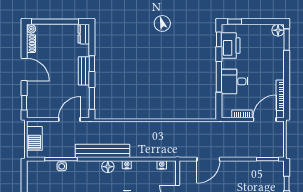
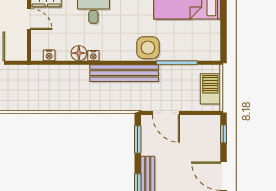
door: (69, 119) -> (166, 113), hinge flipped
side table: (62, 166) -> (148, 48), moved, width x1.87, depth x1.87
floor lamp: (108, 167) -> (79, 53), moved

